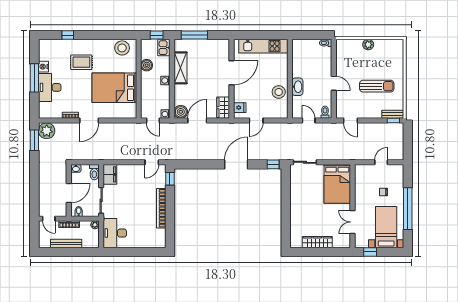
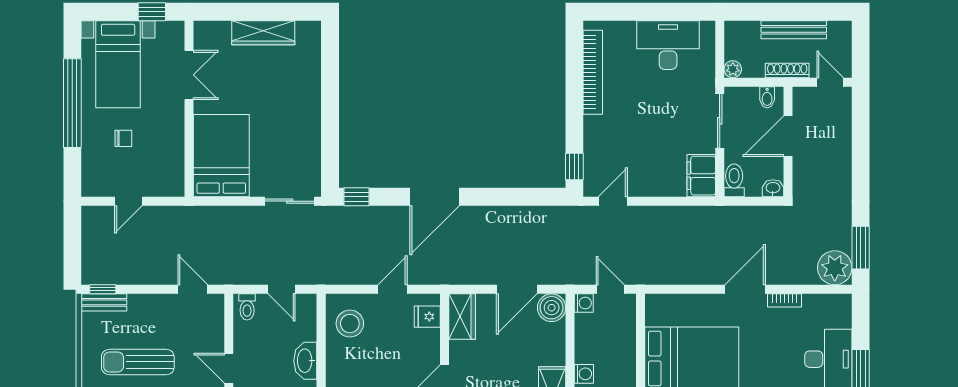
stool: (279, 92) -> (350, 324), moved
bookcase: (161, 208) -> (593, 72), moved
desk: (115, 233) -> (668, 45), moved, turned -90

